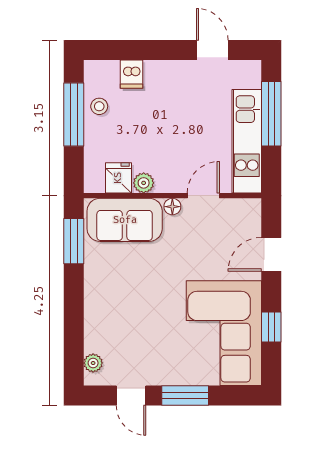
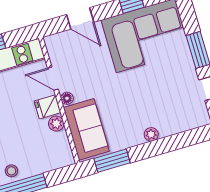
fridge: (118, 178) -> (48, 107), moved
plant: (93, 363) -> (151, 134), moved

